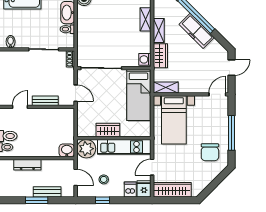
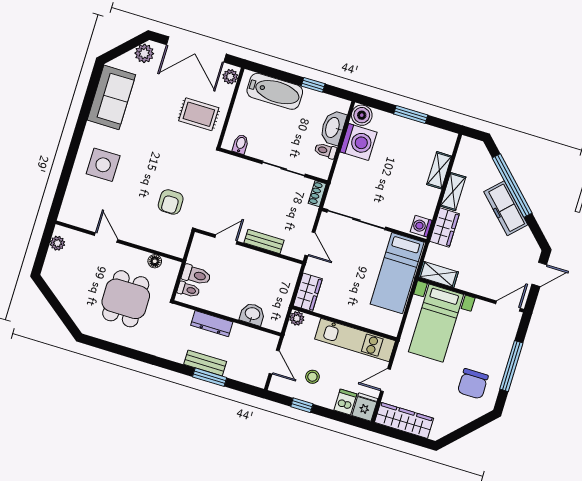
washing machine: (87, 17) -> (358, 142), added
wardrobe: (108, 130) -> (308, 292), moved, turned 90
plant: (86, 149) -> (297, 318), width x0.53, depth x0.53
washbasin: (67, 150) -> (252, 314), moved
bench: (47, 192) -> (205, 363), moved

